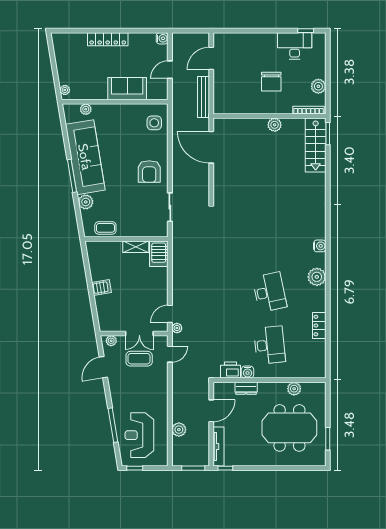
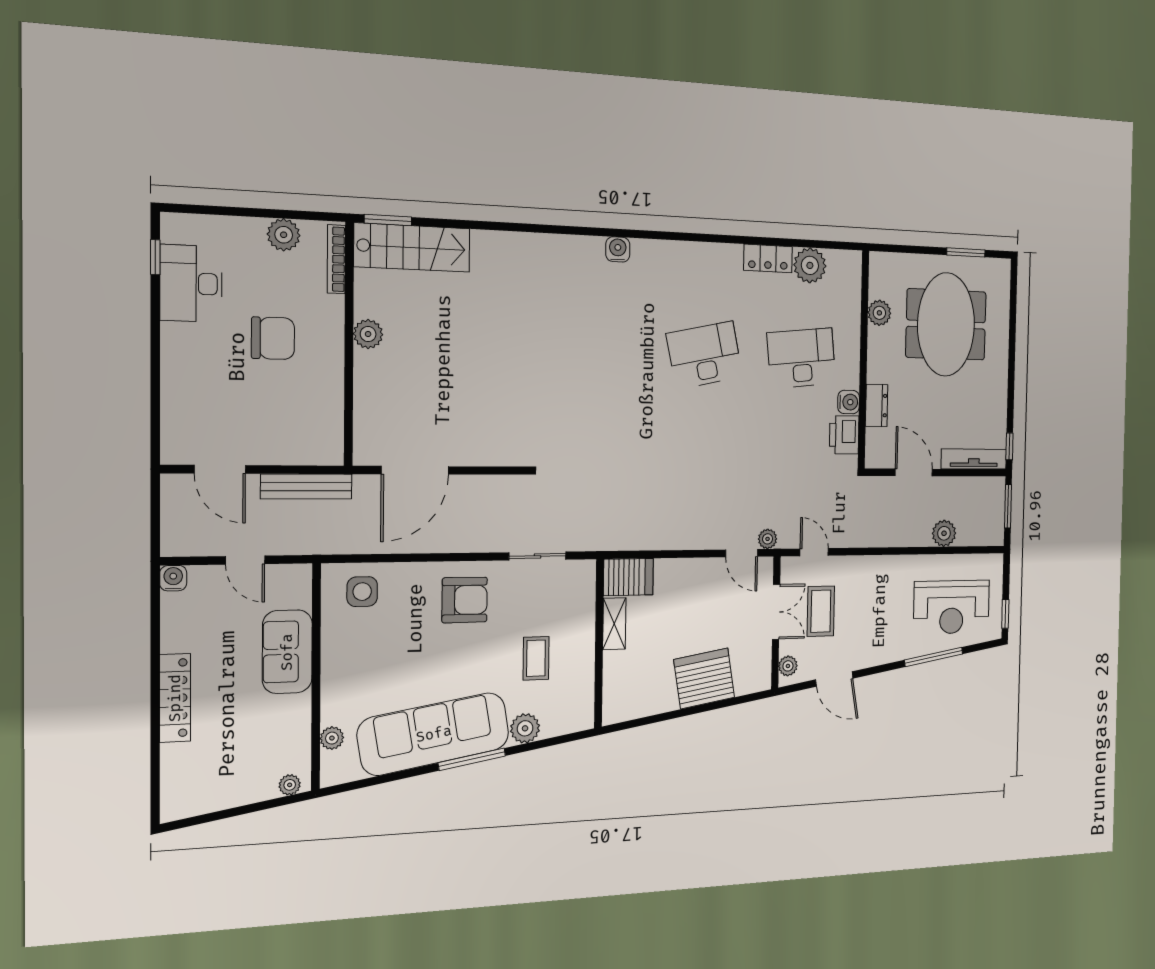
coffee table: (105, 228) -> (536, 658), moved
plant: (317, 277) -> (810, 265), moved
server rack: (101, 288) -> (704, 678), width x2.18, depth x1.44

